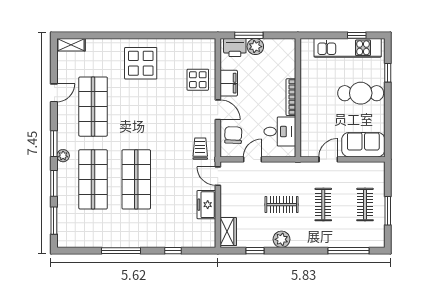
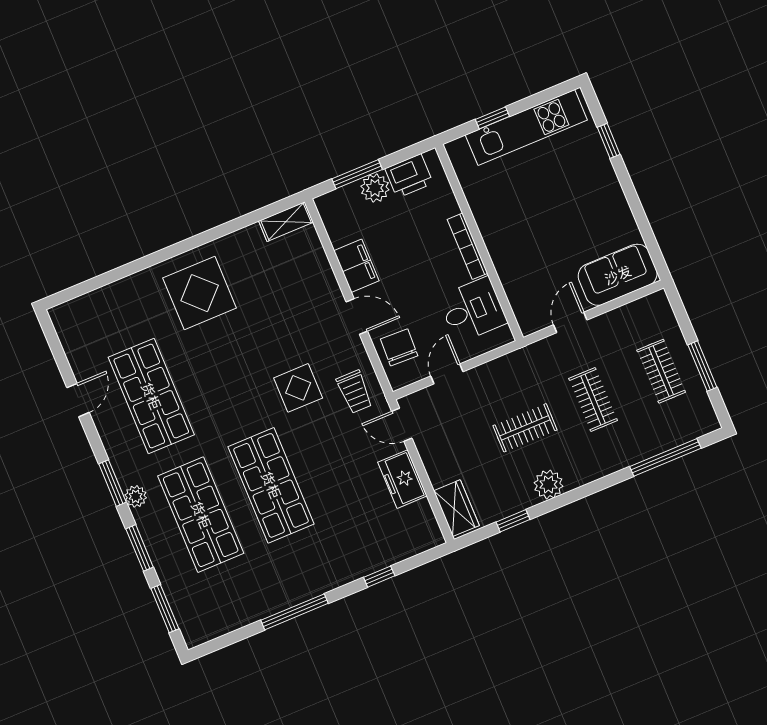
window: (357, 35) -> (492, 118), moved
shelving: (71, 45) -> (286, 222), moved
printer: (235, 48) -> (409, 176), moved
display table: (198, 80) -> (298, 388), moved
cafe table: (361, 93) -> (578, 193), removed
trolley: (200, 149) -> (355, 392), turned 180

